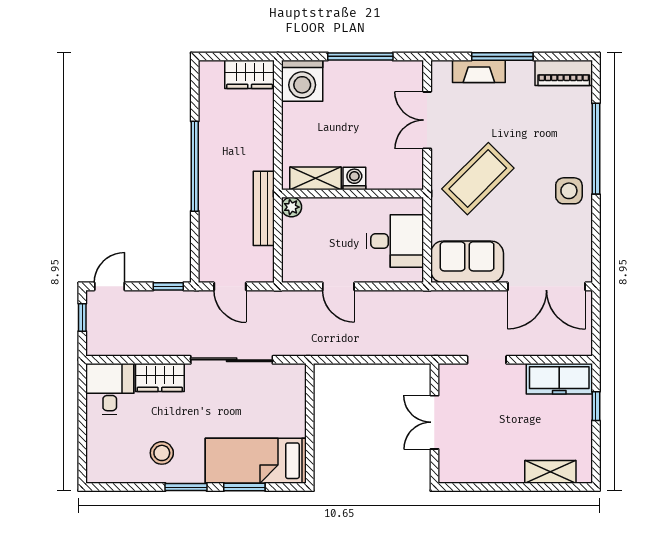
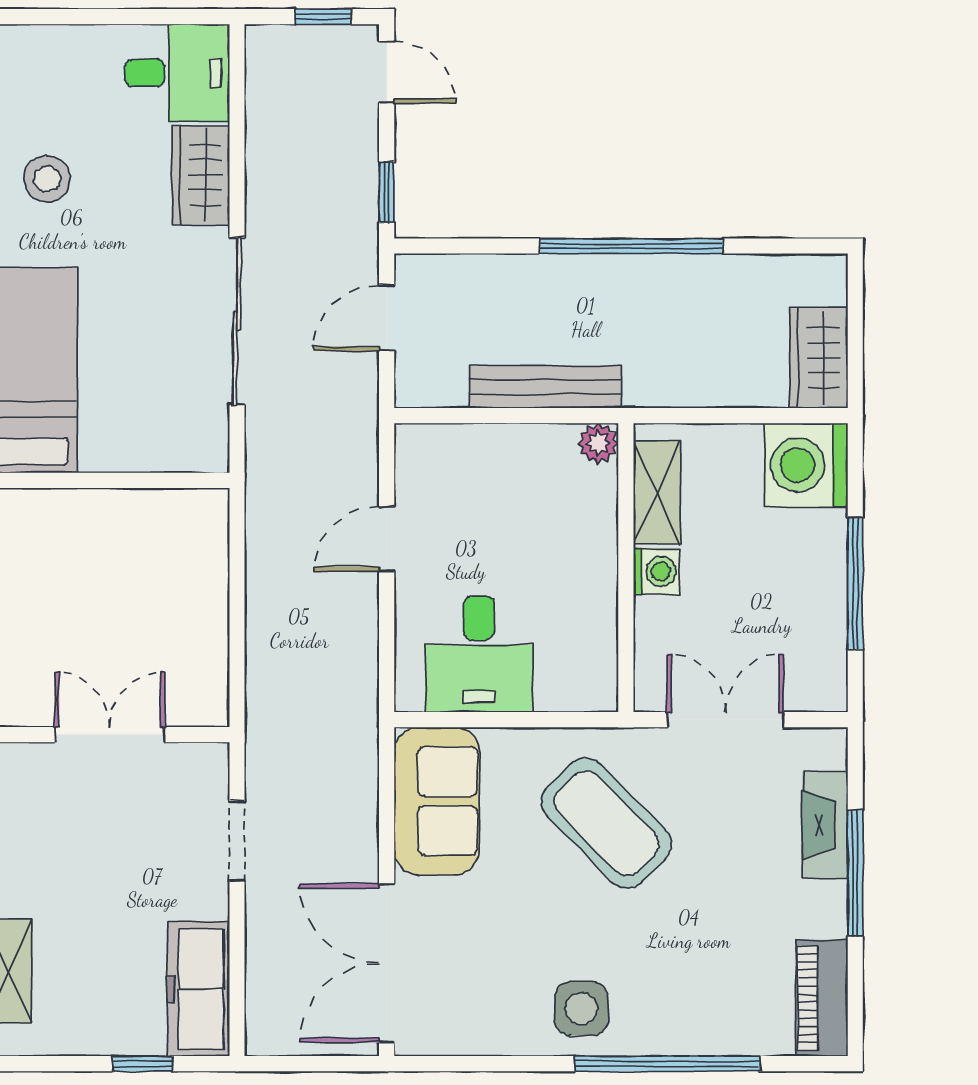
shelving: (316, 178) -> (657, 492), moved
washing machine: (354, 178) -> (656, 571), moved
wall: (353, 193) -> (626, 568), moved
plant: (292, 207) -> (598, 443), moved

